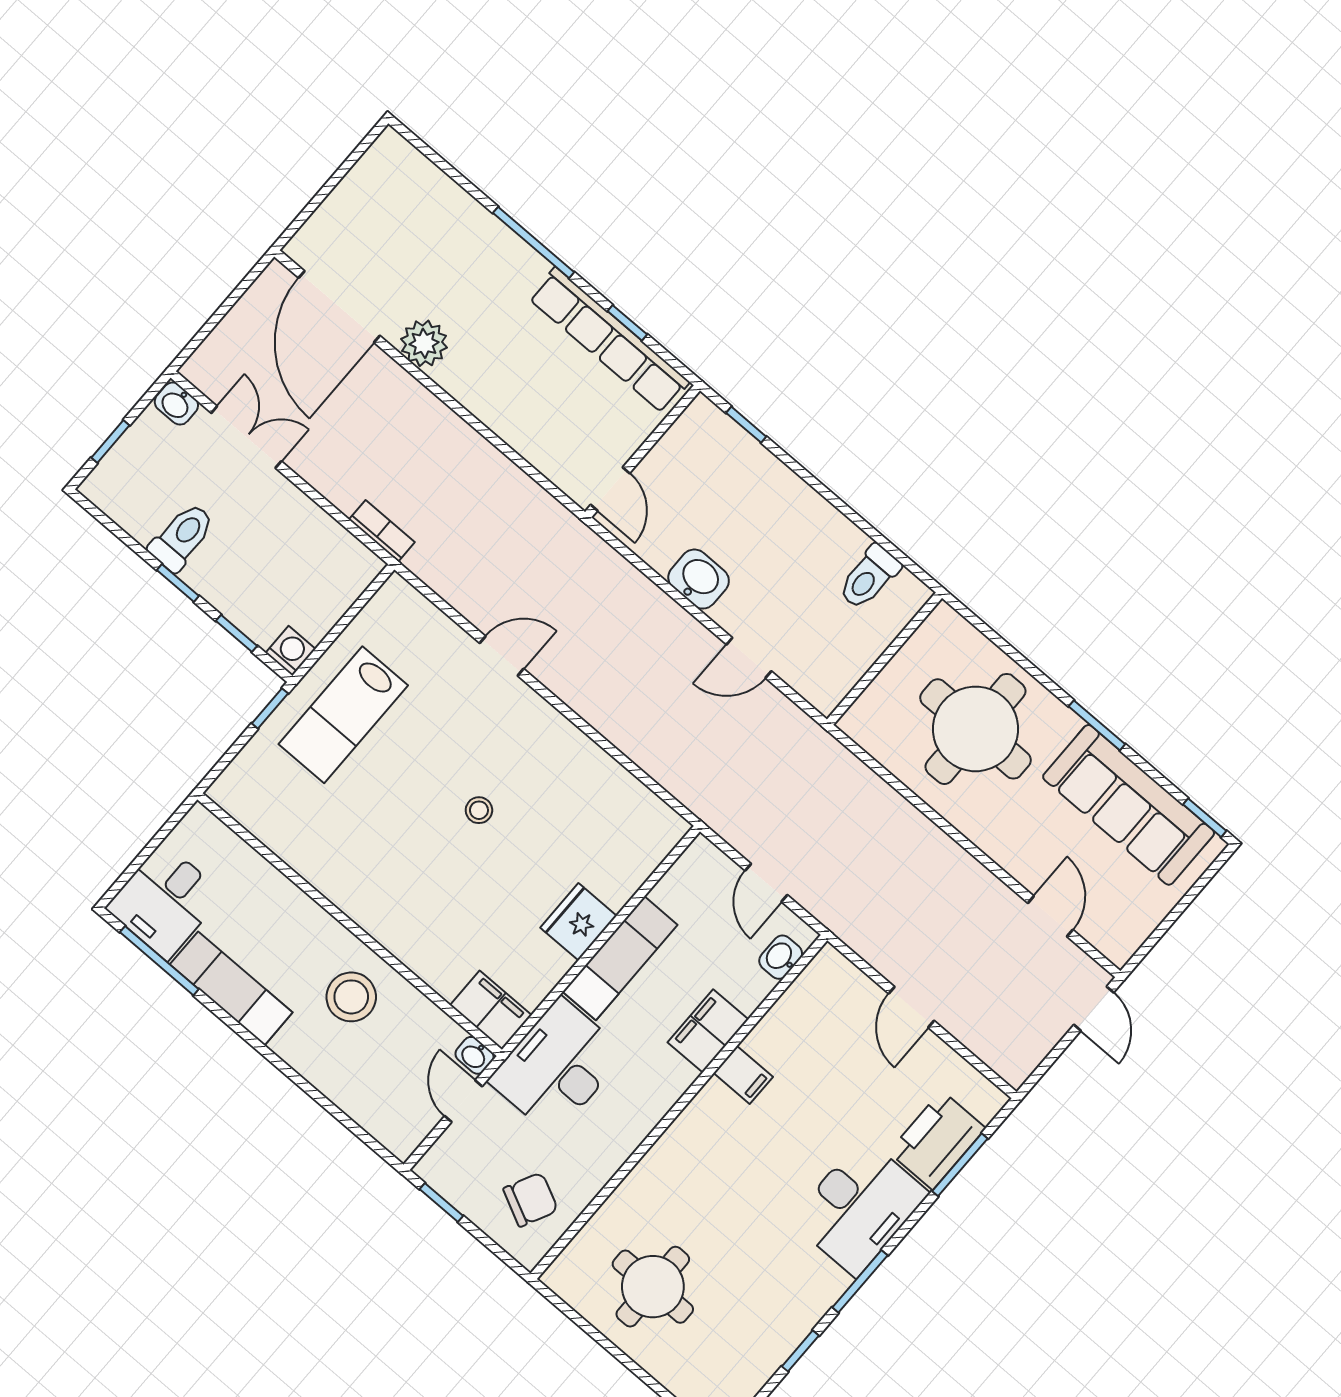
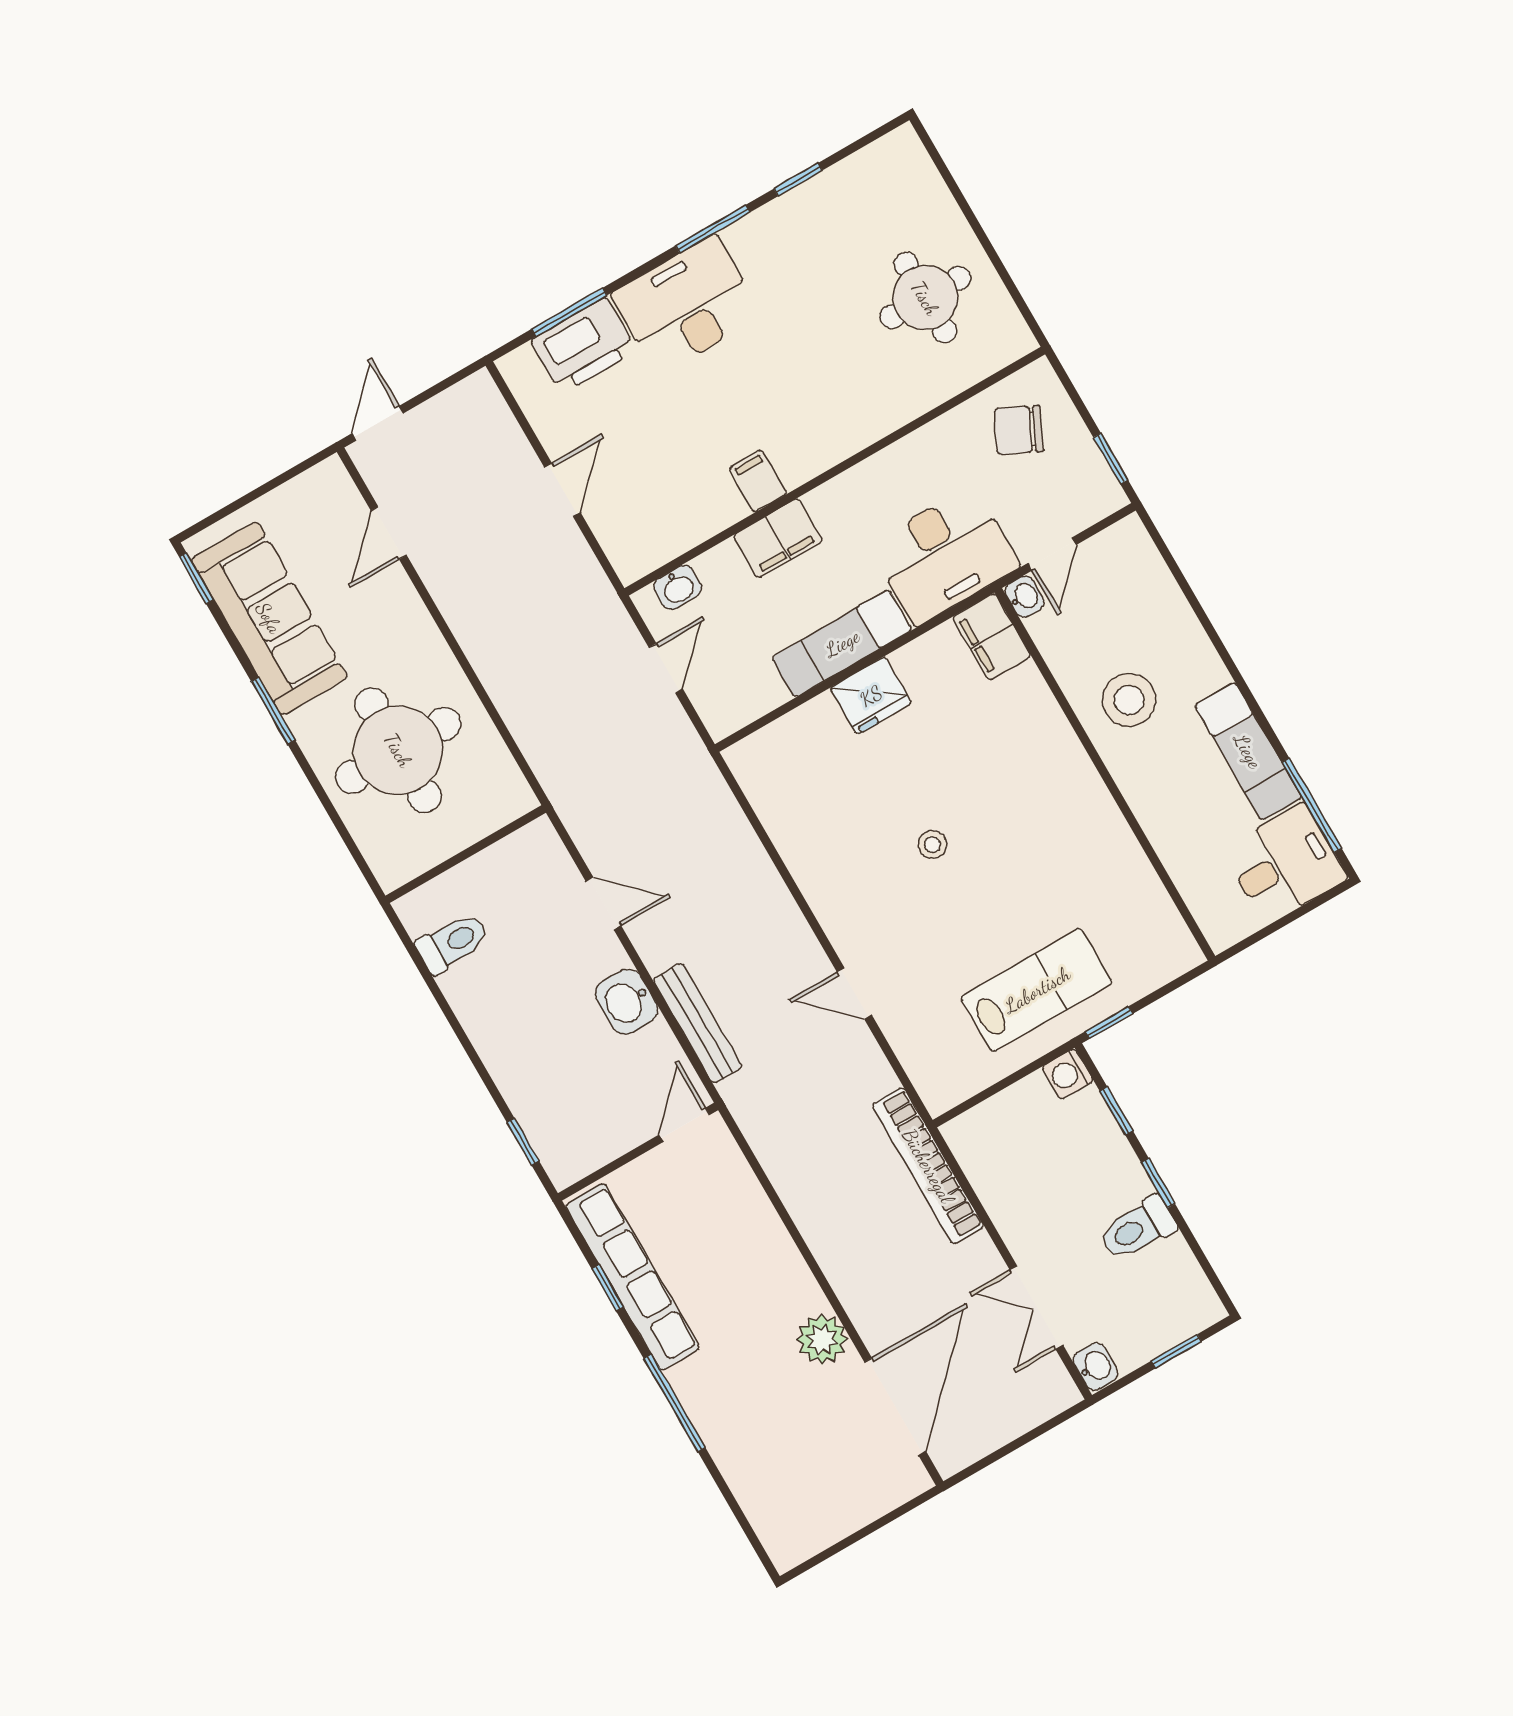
bookcase: (382, 531) -> (928, 1166), width x2.31, depth x1.31
bench: (630, 582) -> (697, 1023), added

